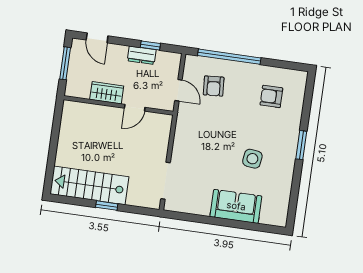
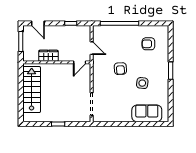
dresser: (142, 55) -> (66, 30), removed
armchair: (214, 86) -> (120, 69), moved
door: (135, 108) -> (80, 62), moved
stairs: (89, 185) -> (32, 90), moved, turned 90
sofa: (236, 206) -> (147, 113), moved

